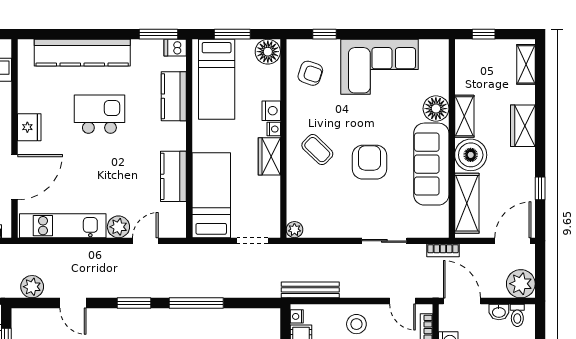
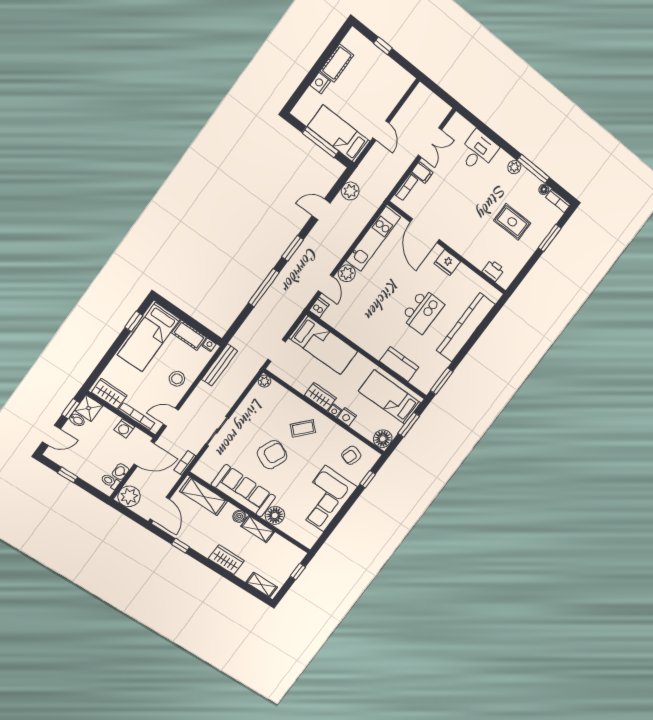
dishwasher: (175, 48) -> (319, 307), moved
boiler: (471, 155) -> (239, 516), width x0.54, depth x0.54
armchair: (369, 162) -> (272, 455), turned -66
kitchen counter: (173, 176) -> (352, 330), removed

